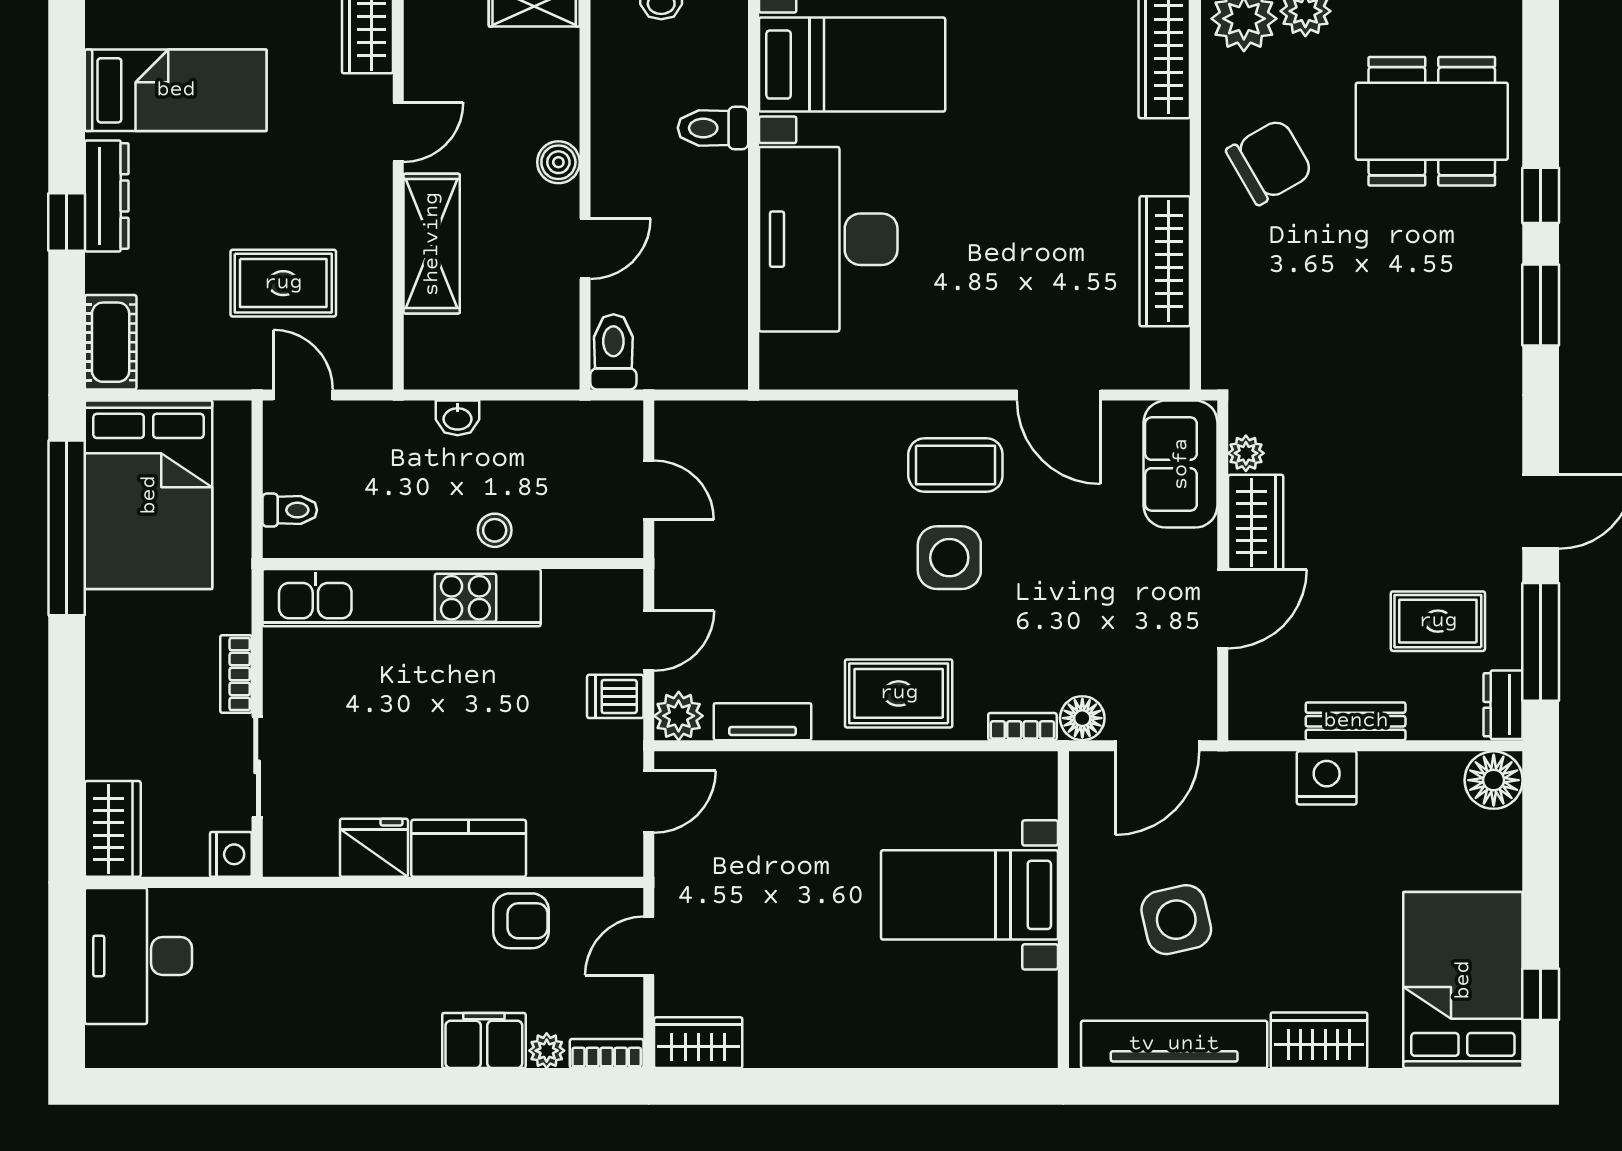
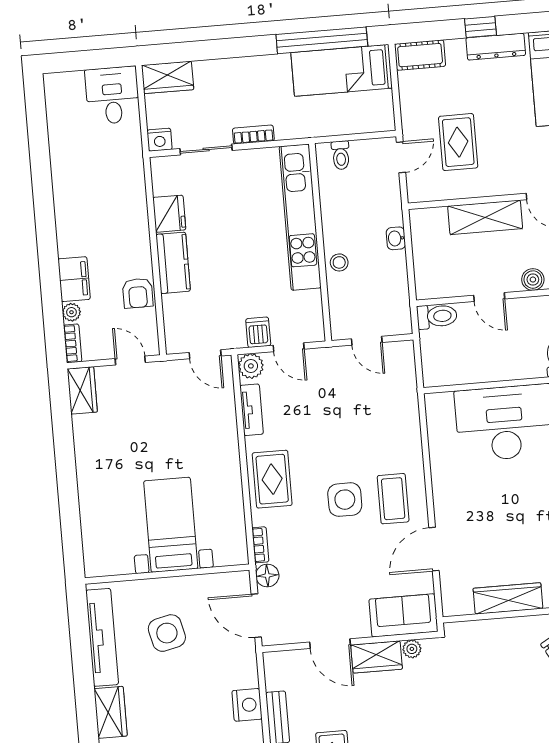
door: (649, 490) -> (367, 341), hinge flipped
bed: (149, 495) -> (342, 70), width x0.67
desk: (138, 956) -> (112, 95), width x0.73

